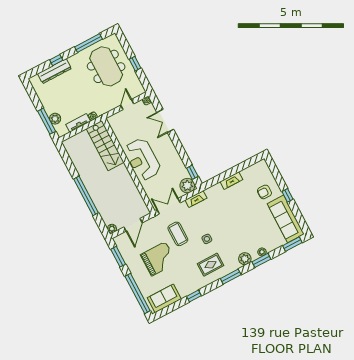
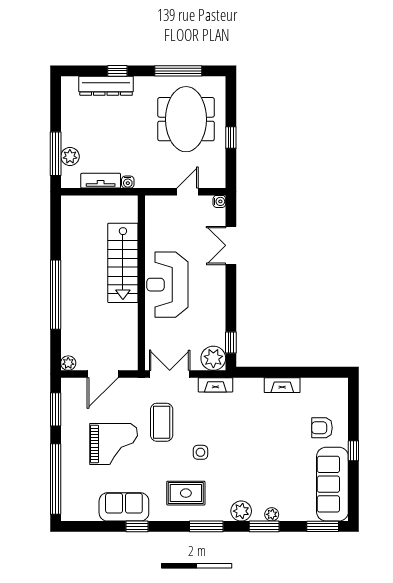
stairs: (105, 145) -> (123, 263), moved
sofa: (164, 298) -> (124, 507), moved

